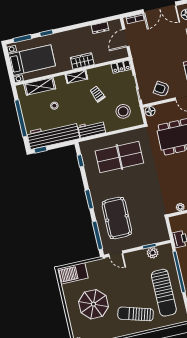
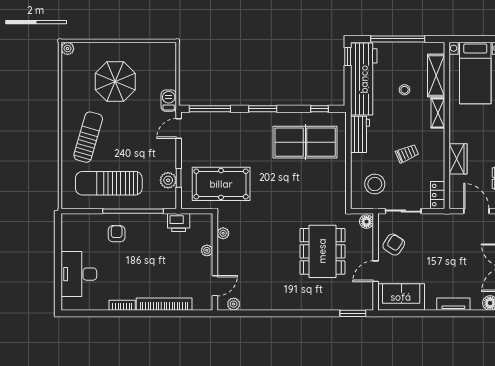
wardrobe: (82, 61) -> (458, 159), moved
shelving: (76, 77) -> (438, 113), moved
table tennis table: (119, 157) -> (305, 142), moved, turned 90
pool table: (117, 218) -> (221, 184), moved
barbecue: (73, 273) -> (169, 101), moved, width x0.53, depth x0.65

